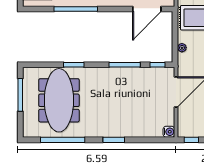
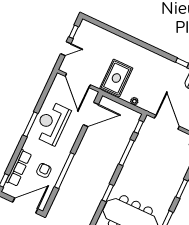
door: (147, 9) -> (91, 115), hinge flipped

